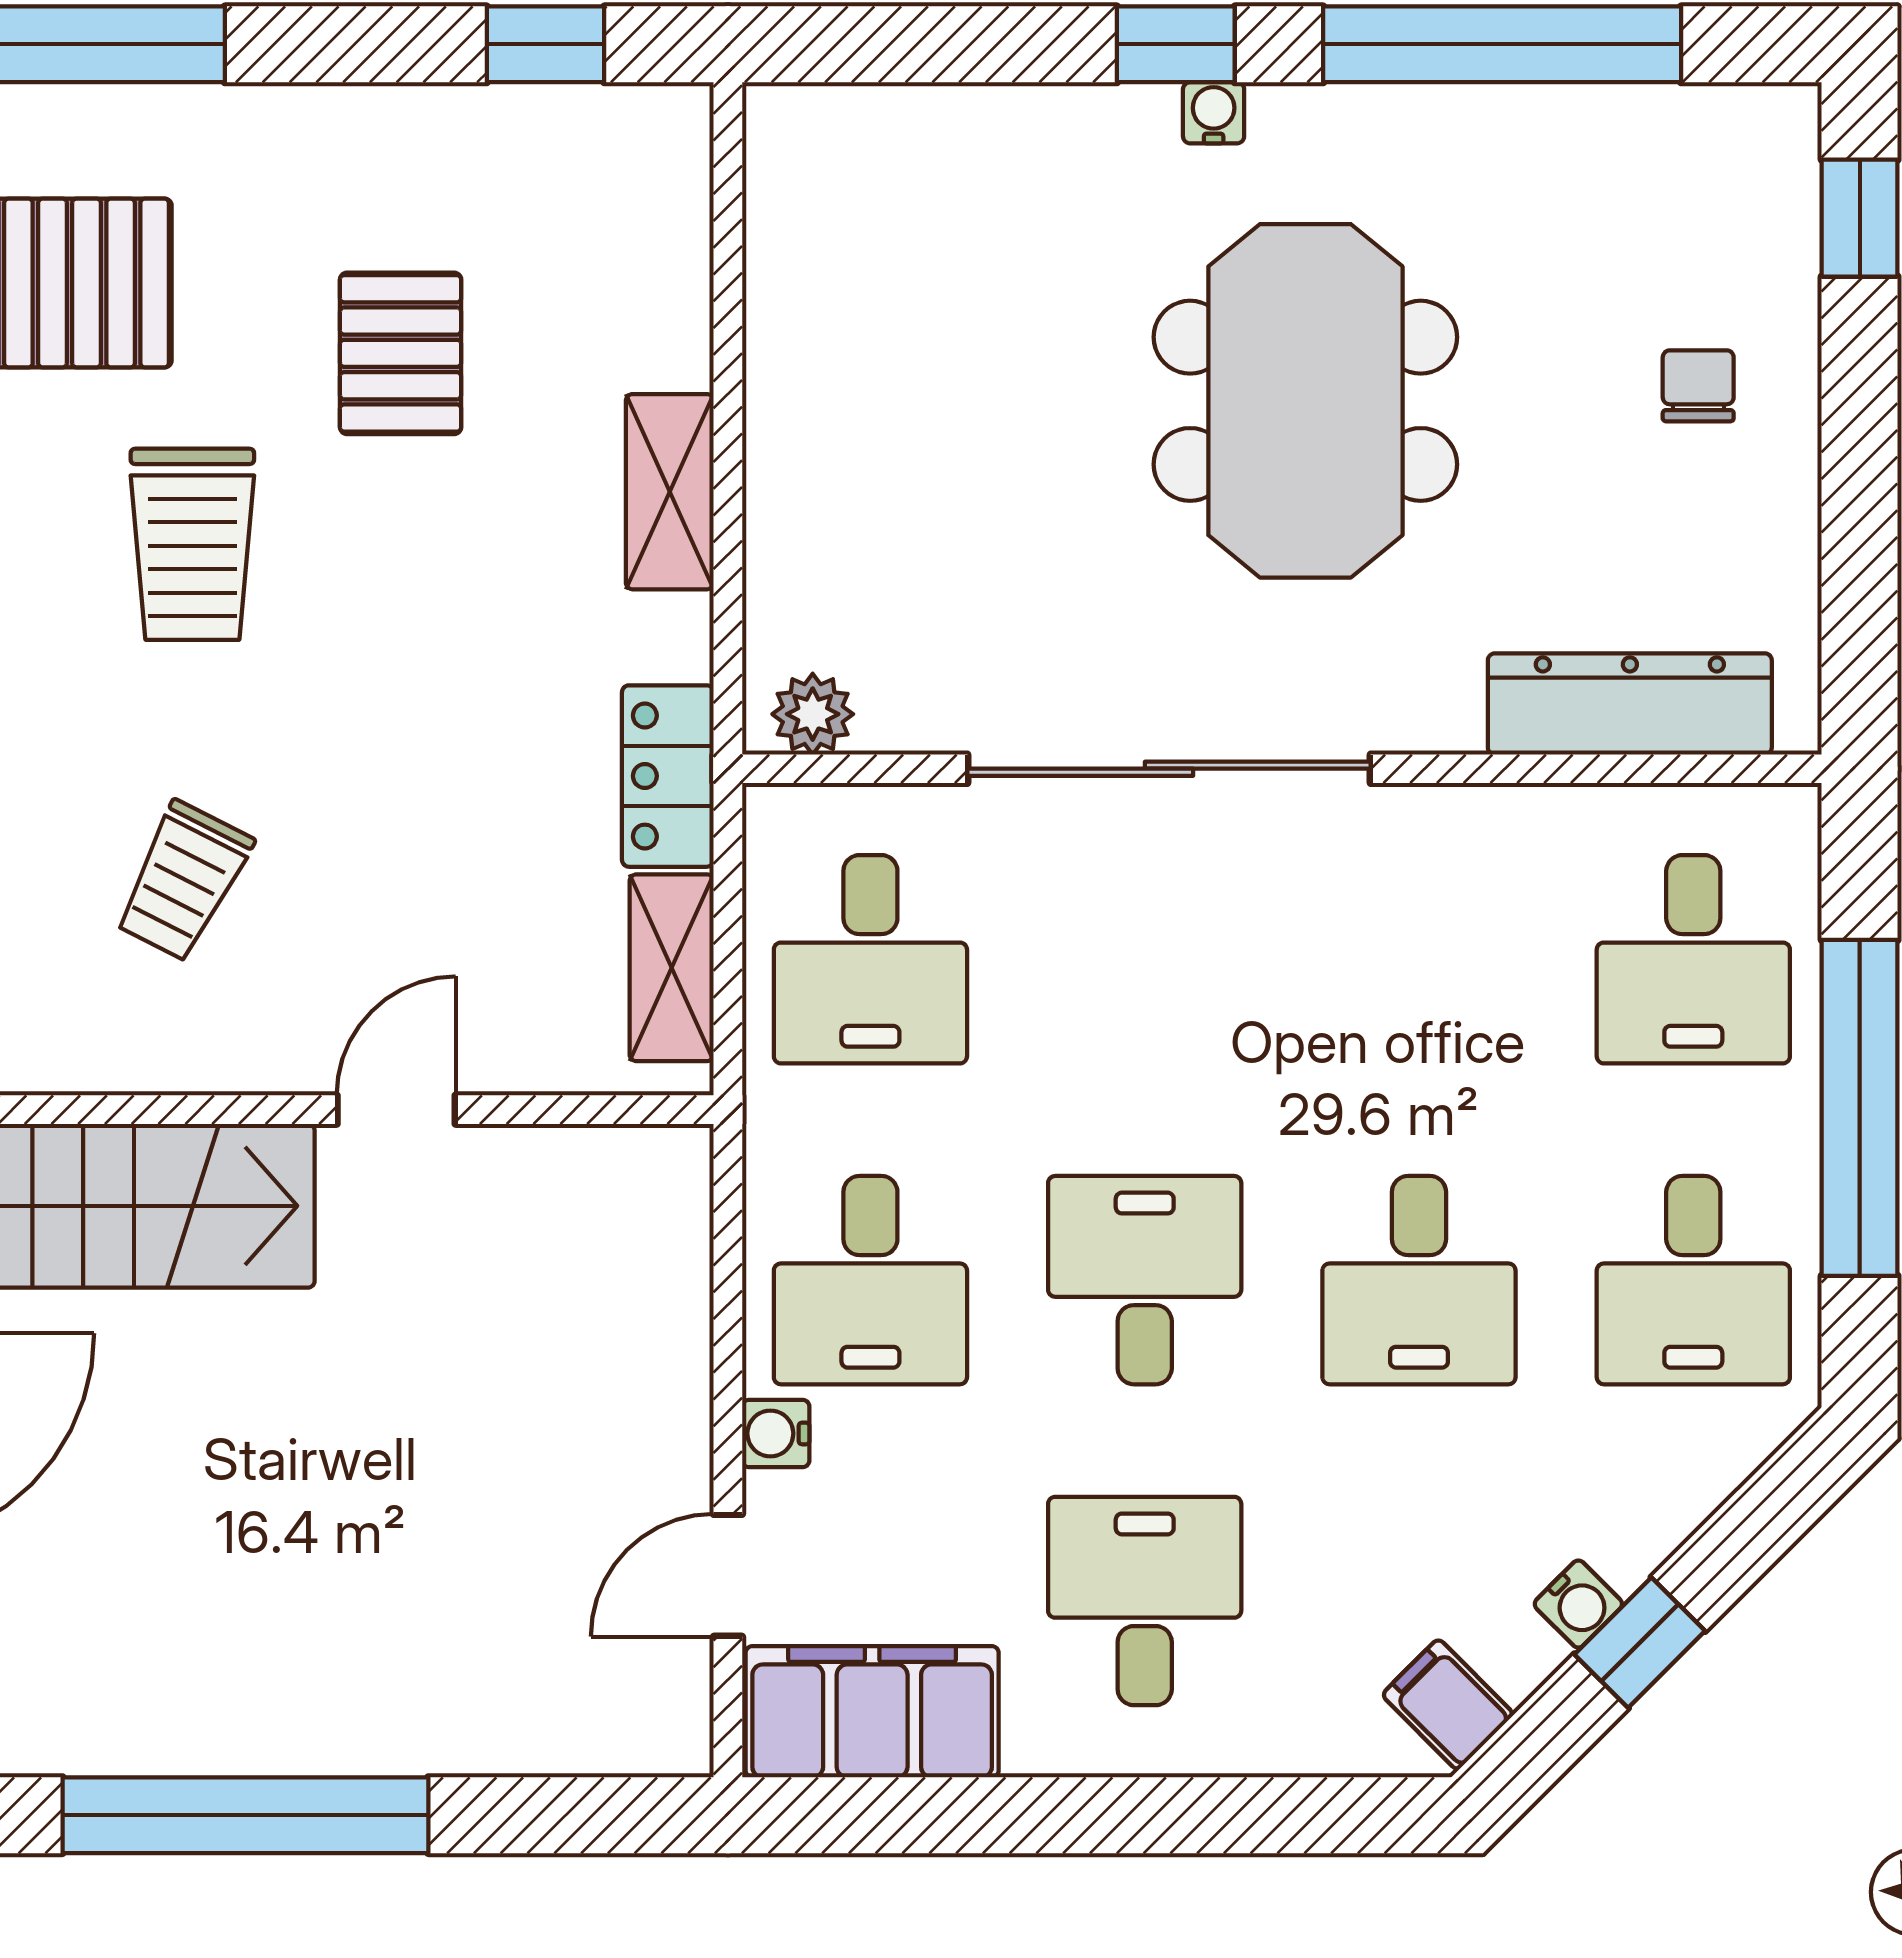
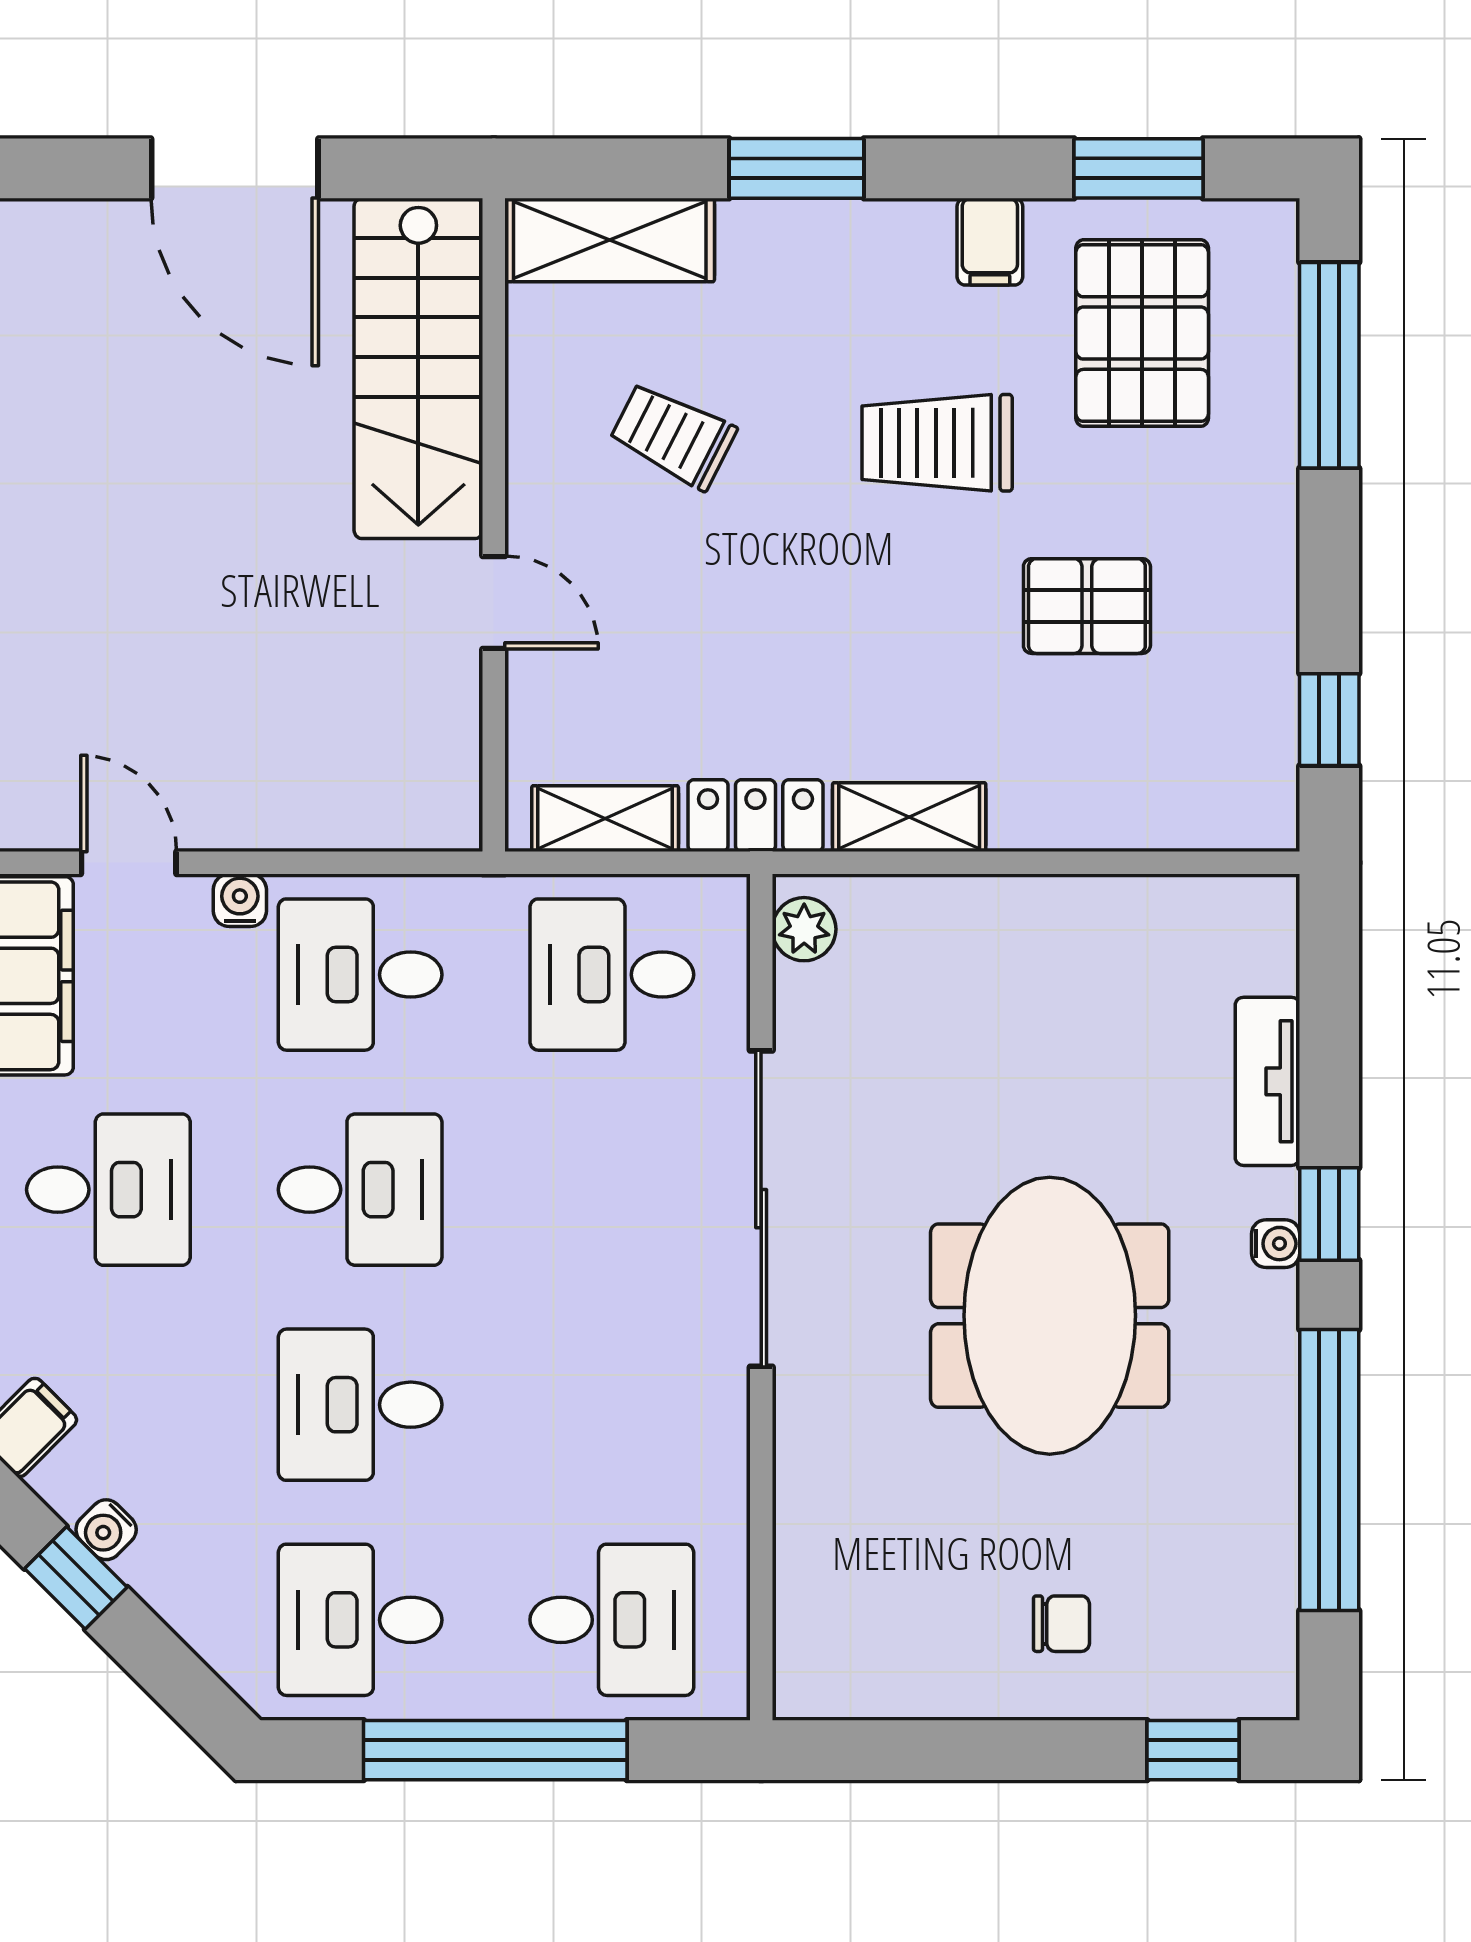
tv unit: (1007, 123) -> (1267, 1081), added
meeting table: (1305, 401) -> (1050, 1316), turned 90
shelving: (670, 492) -> (909, 817), moved
dresser: (1630, 704) -> (812, 1570), removed
desk: (1693, 959) -> (612, 1620), turned 180

